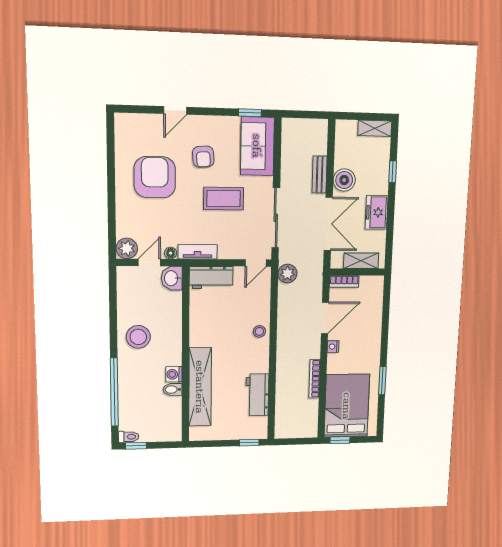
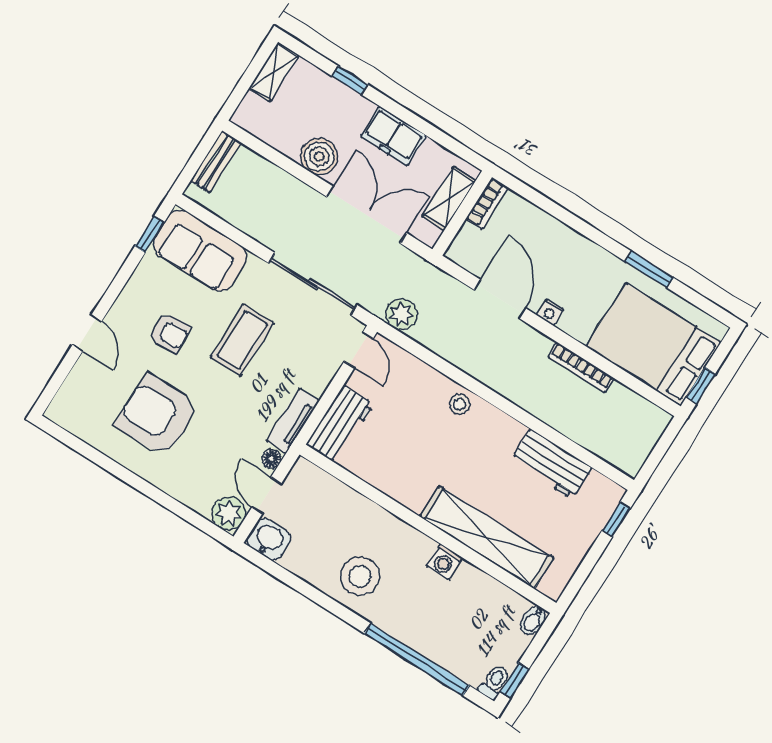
bench: (320, 175) -> (216, 162), moved, turned 90
washbasin: (172, 278) -> (269, 539), moved, turned 180
bookcase: (344, 281) -> (487, 203), moved
bidet: (173, 390) -> (533, 620), moved

